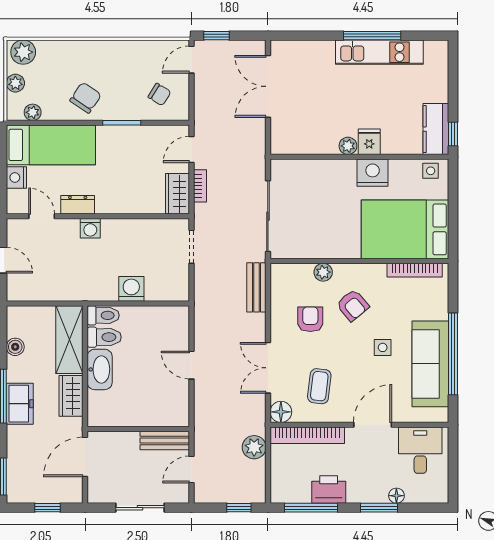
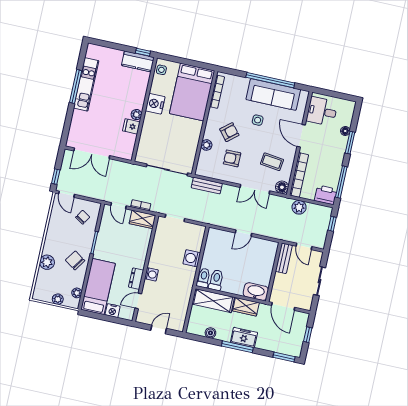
plant: (23, 52) -> (47, 262), moved
fridge: (369, 142) -> (131, 126), moved
washbasin: (100, 369) -> (256, 292), moved
printer: (329, 490) -> (326, 195), moved, turned 90

